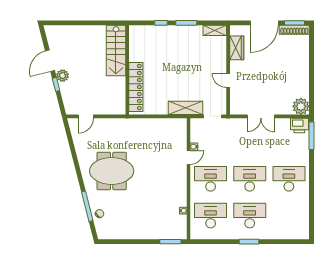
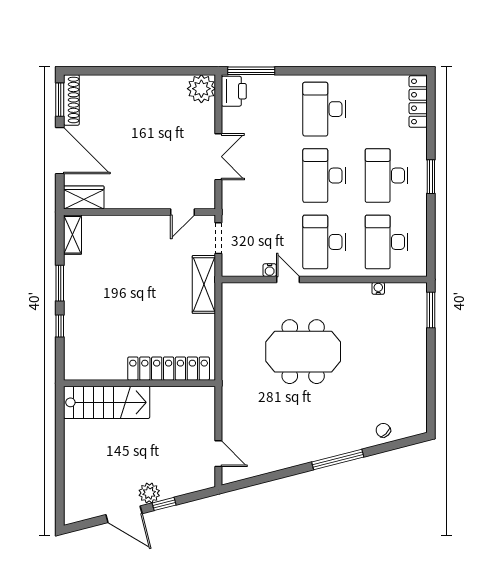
wardrobe: (237, 48) -> (84, 197), moved
door: (228, 80) -> (182, 212), moved
meeting table: (112, 171) -> (303, 352), moved, turned 90
window: (87, 206) -> (338, 460), moved
locker: (293, 234) -> (418, 101), added

